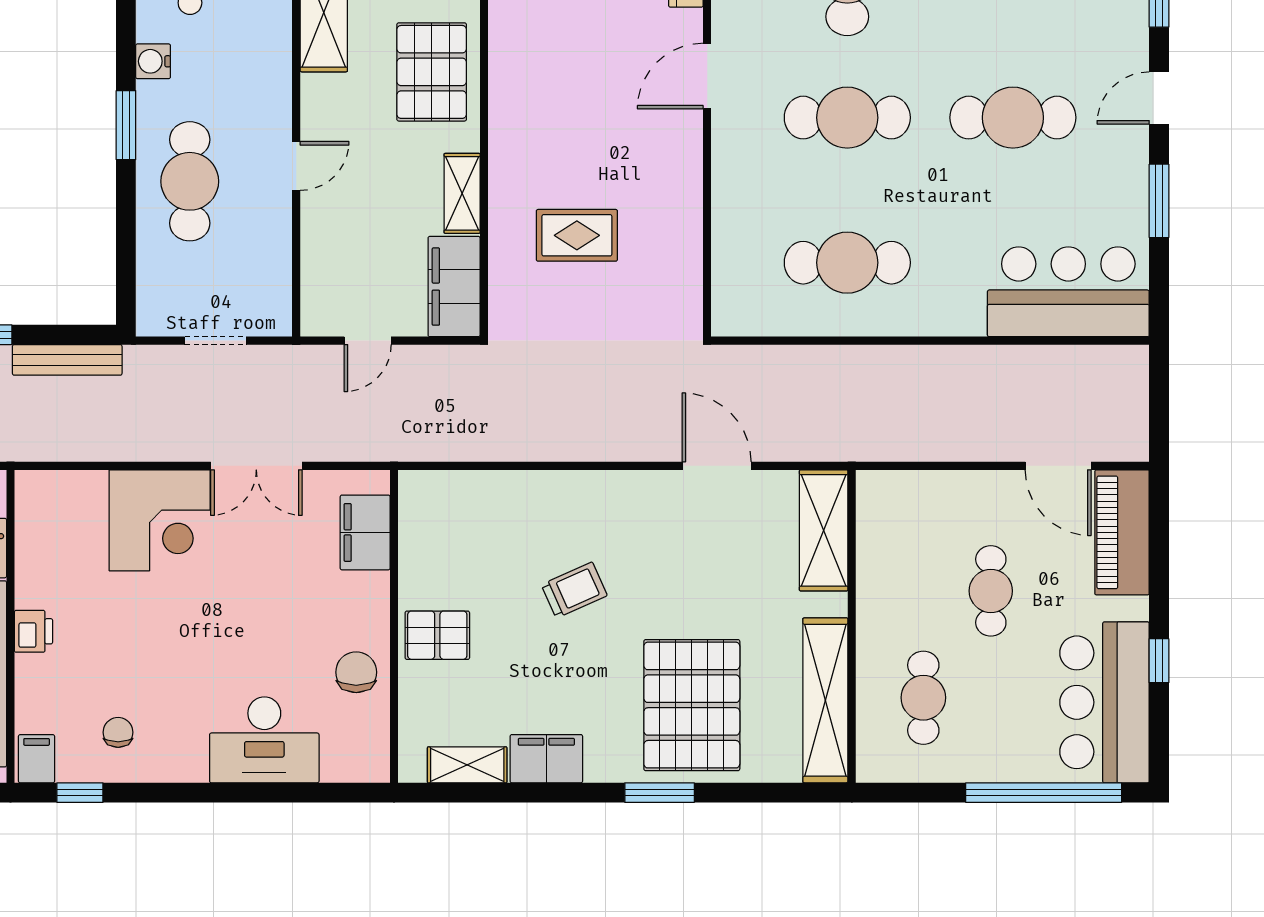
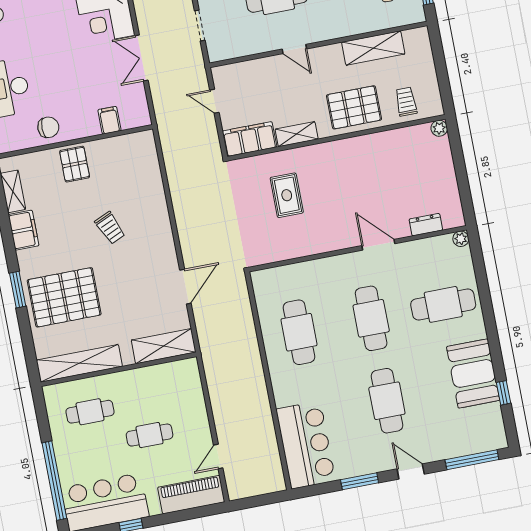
door: (1058, 466) -> (218, 457), width x0.73
filing cabinet: (365, 532) -> (109, 120), width x0.50

